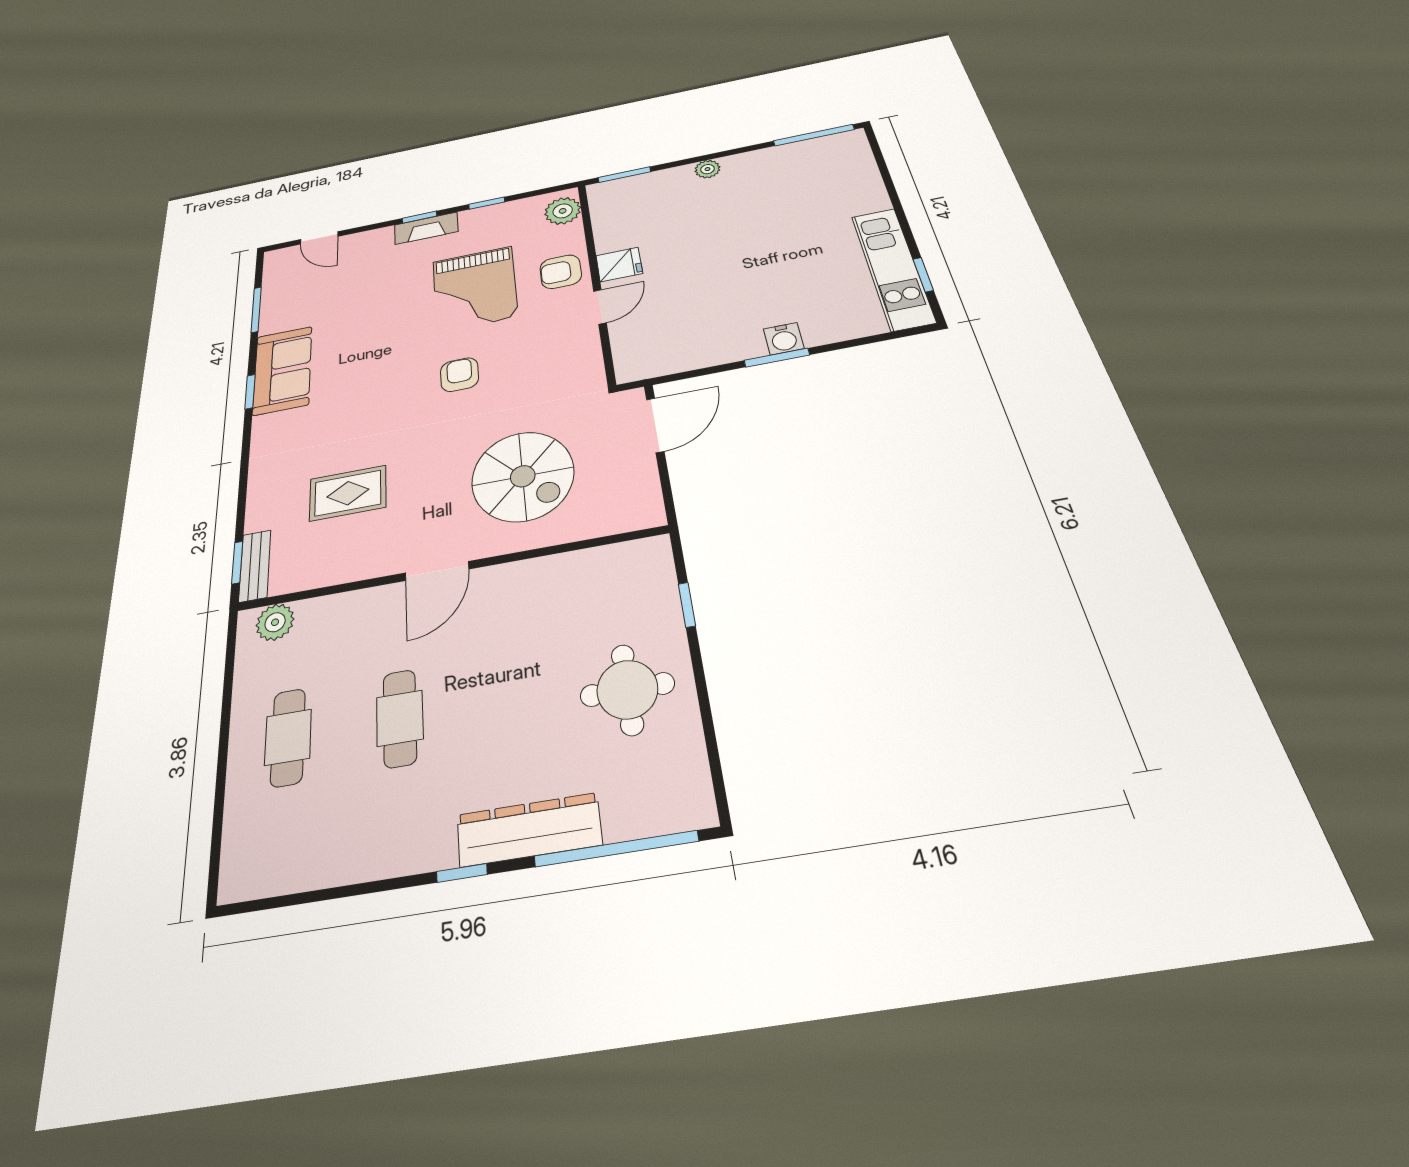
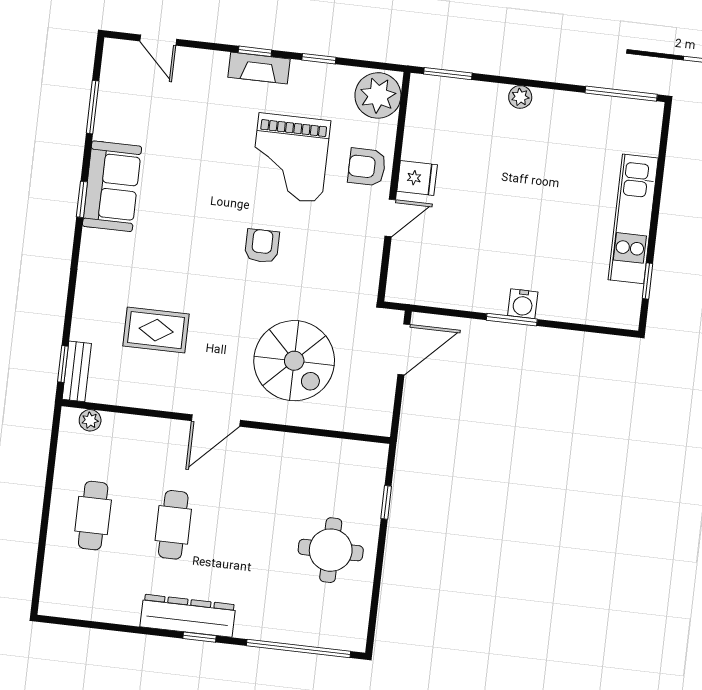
plant: (563, 211) -> (378, 95), width x1.36, depth x1.36
kitchen unit: (893, 268) -> (633, 219), moved
plant: (275, 622) -> (90, 420), width x0.73, depth x0.73
dresser: (529, 830) -> (188, 616), moved

